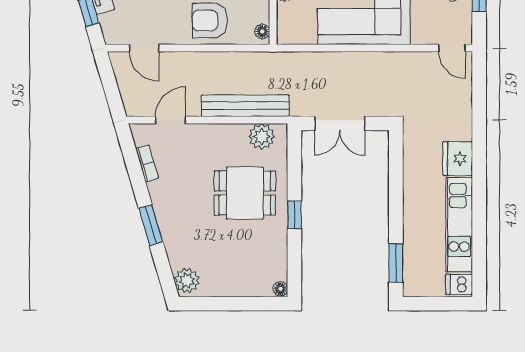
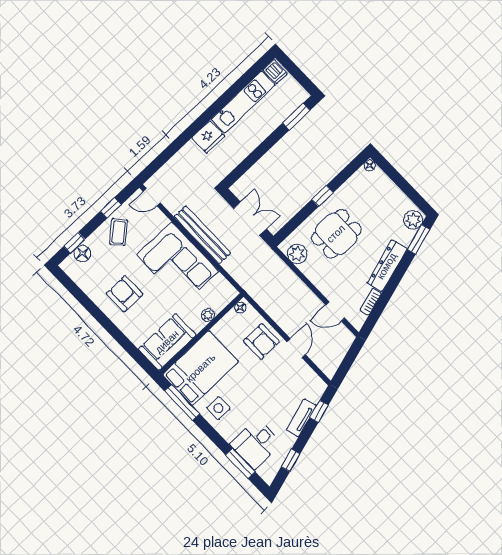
door: (144, 48) -> (296, 348), moved
door: (452, 48) -> (152, 197), swing flipped
bench: (245, 106) -> (202, 235), moved
dining table: (245, 193) -> (336, 234), turned 90
dresser: (167, 213) -> (387, 266), added
window: (151, 225) -> (419, 239), moved

